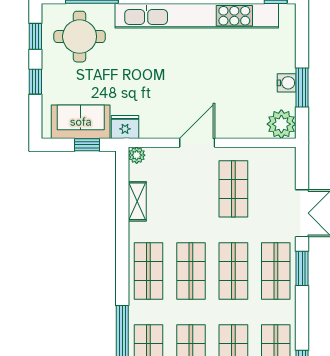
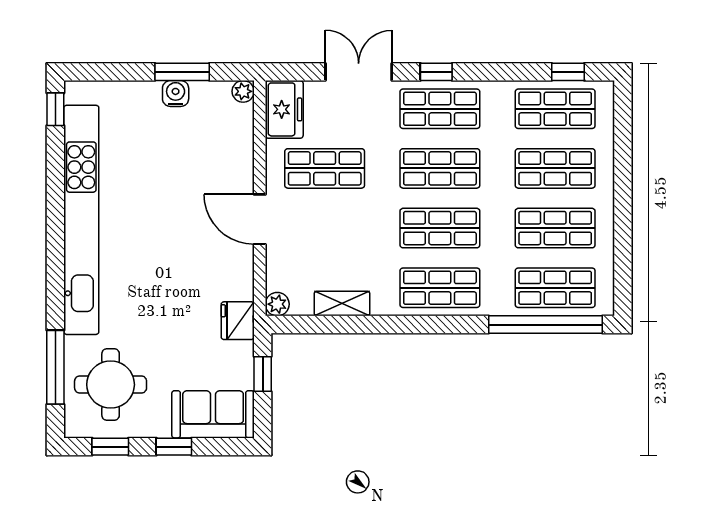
sofa: (81, 122) -> (213, 414), moved, turned 90
plant: (281, 124) -> (243, 91), width x0.53, depth x0.53
freezer: (275, 160) -> (284, 109), added
window: (302, 268) -> (436, 72), width x0.67

